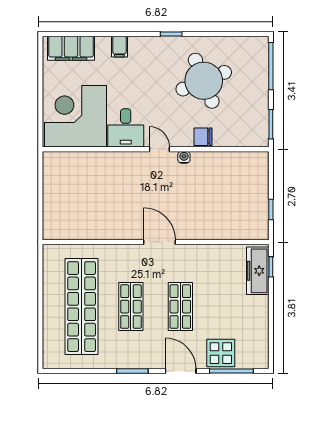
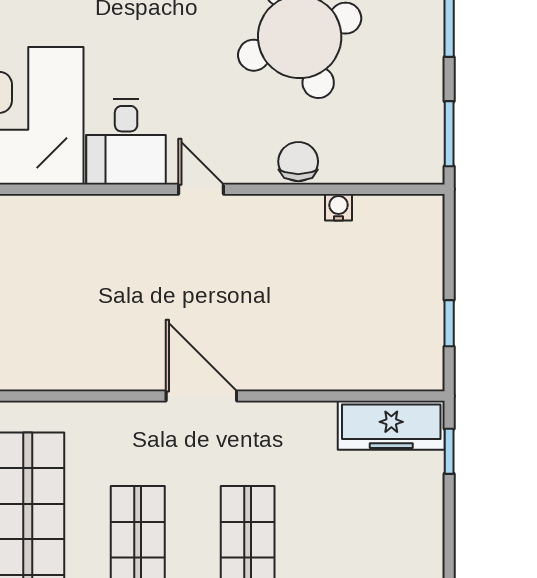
chair: (203, 137) -> (298, 162), turned 90
water cooler: (184, 157) -> (338, 207), moved
freezer: (258, 271) -> (391, 425), moved, turned -90

